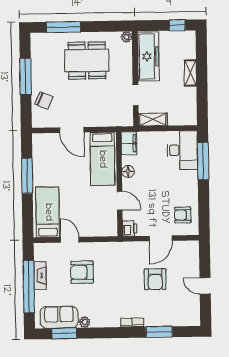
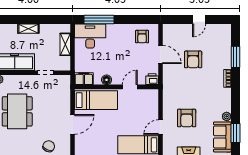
shelving: (153, 120) -> (65, 44), moved
armchair: (155, 279) -> (193, 59), turned 90

